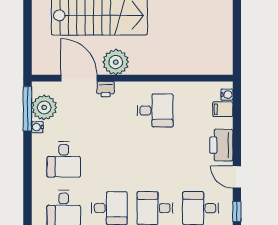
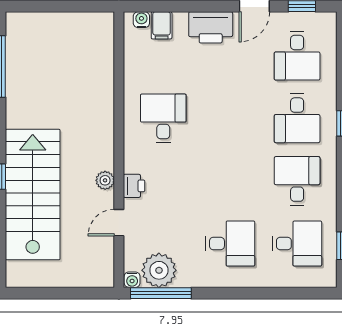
plant: (116, 62) -> (105, 180), width x0.53, depth x0.53
door: (79, 78) -> (119, 223), width x0.53
water cooler: (37, 127) -> (132, 280), moved

